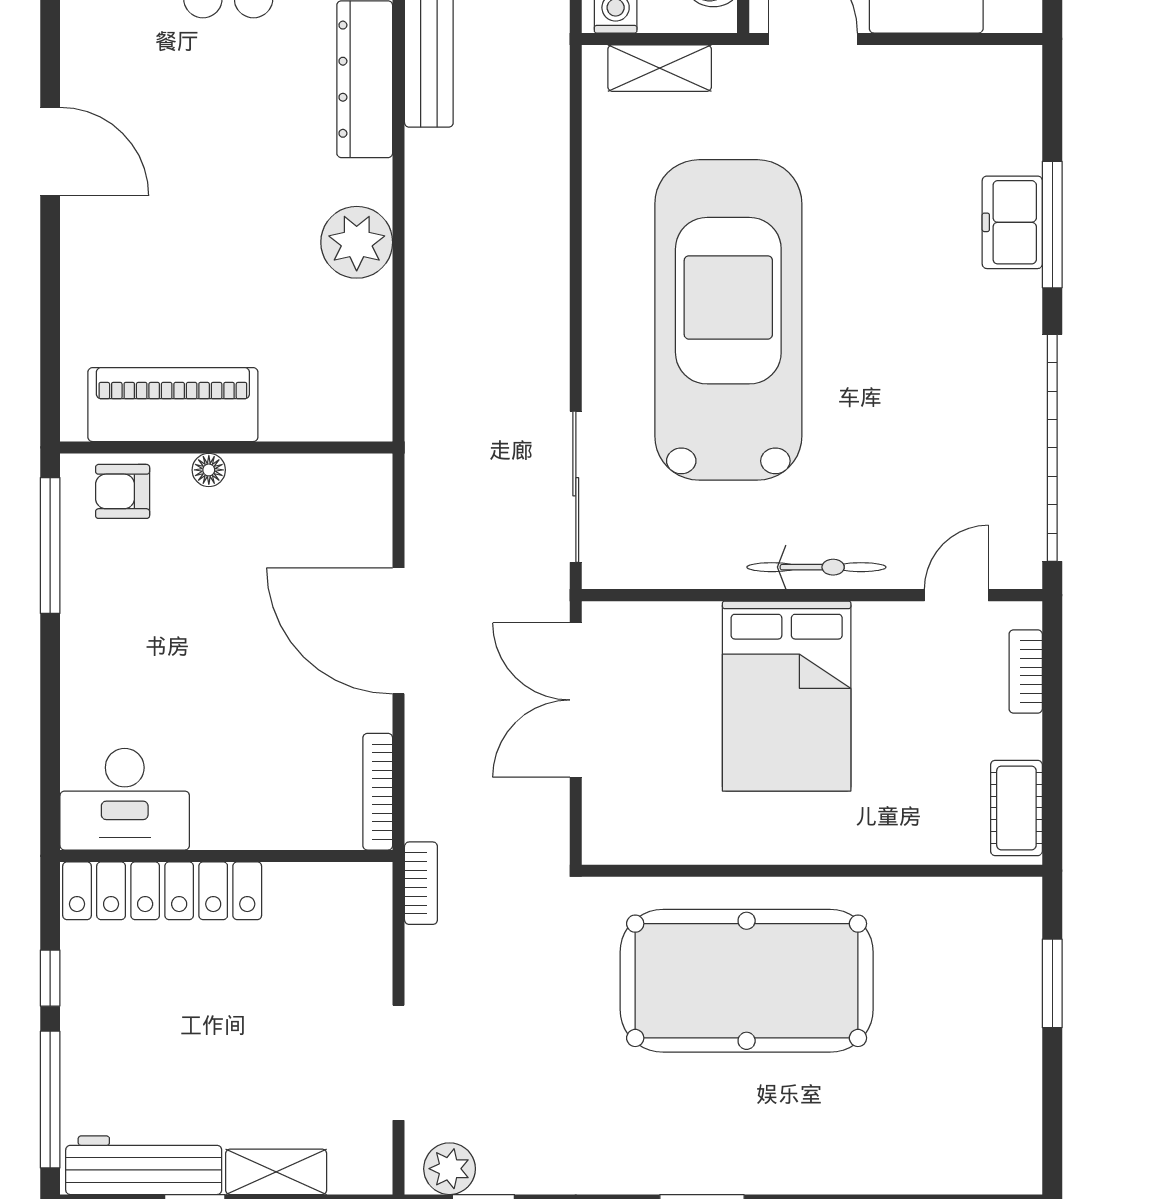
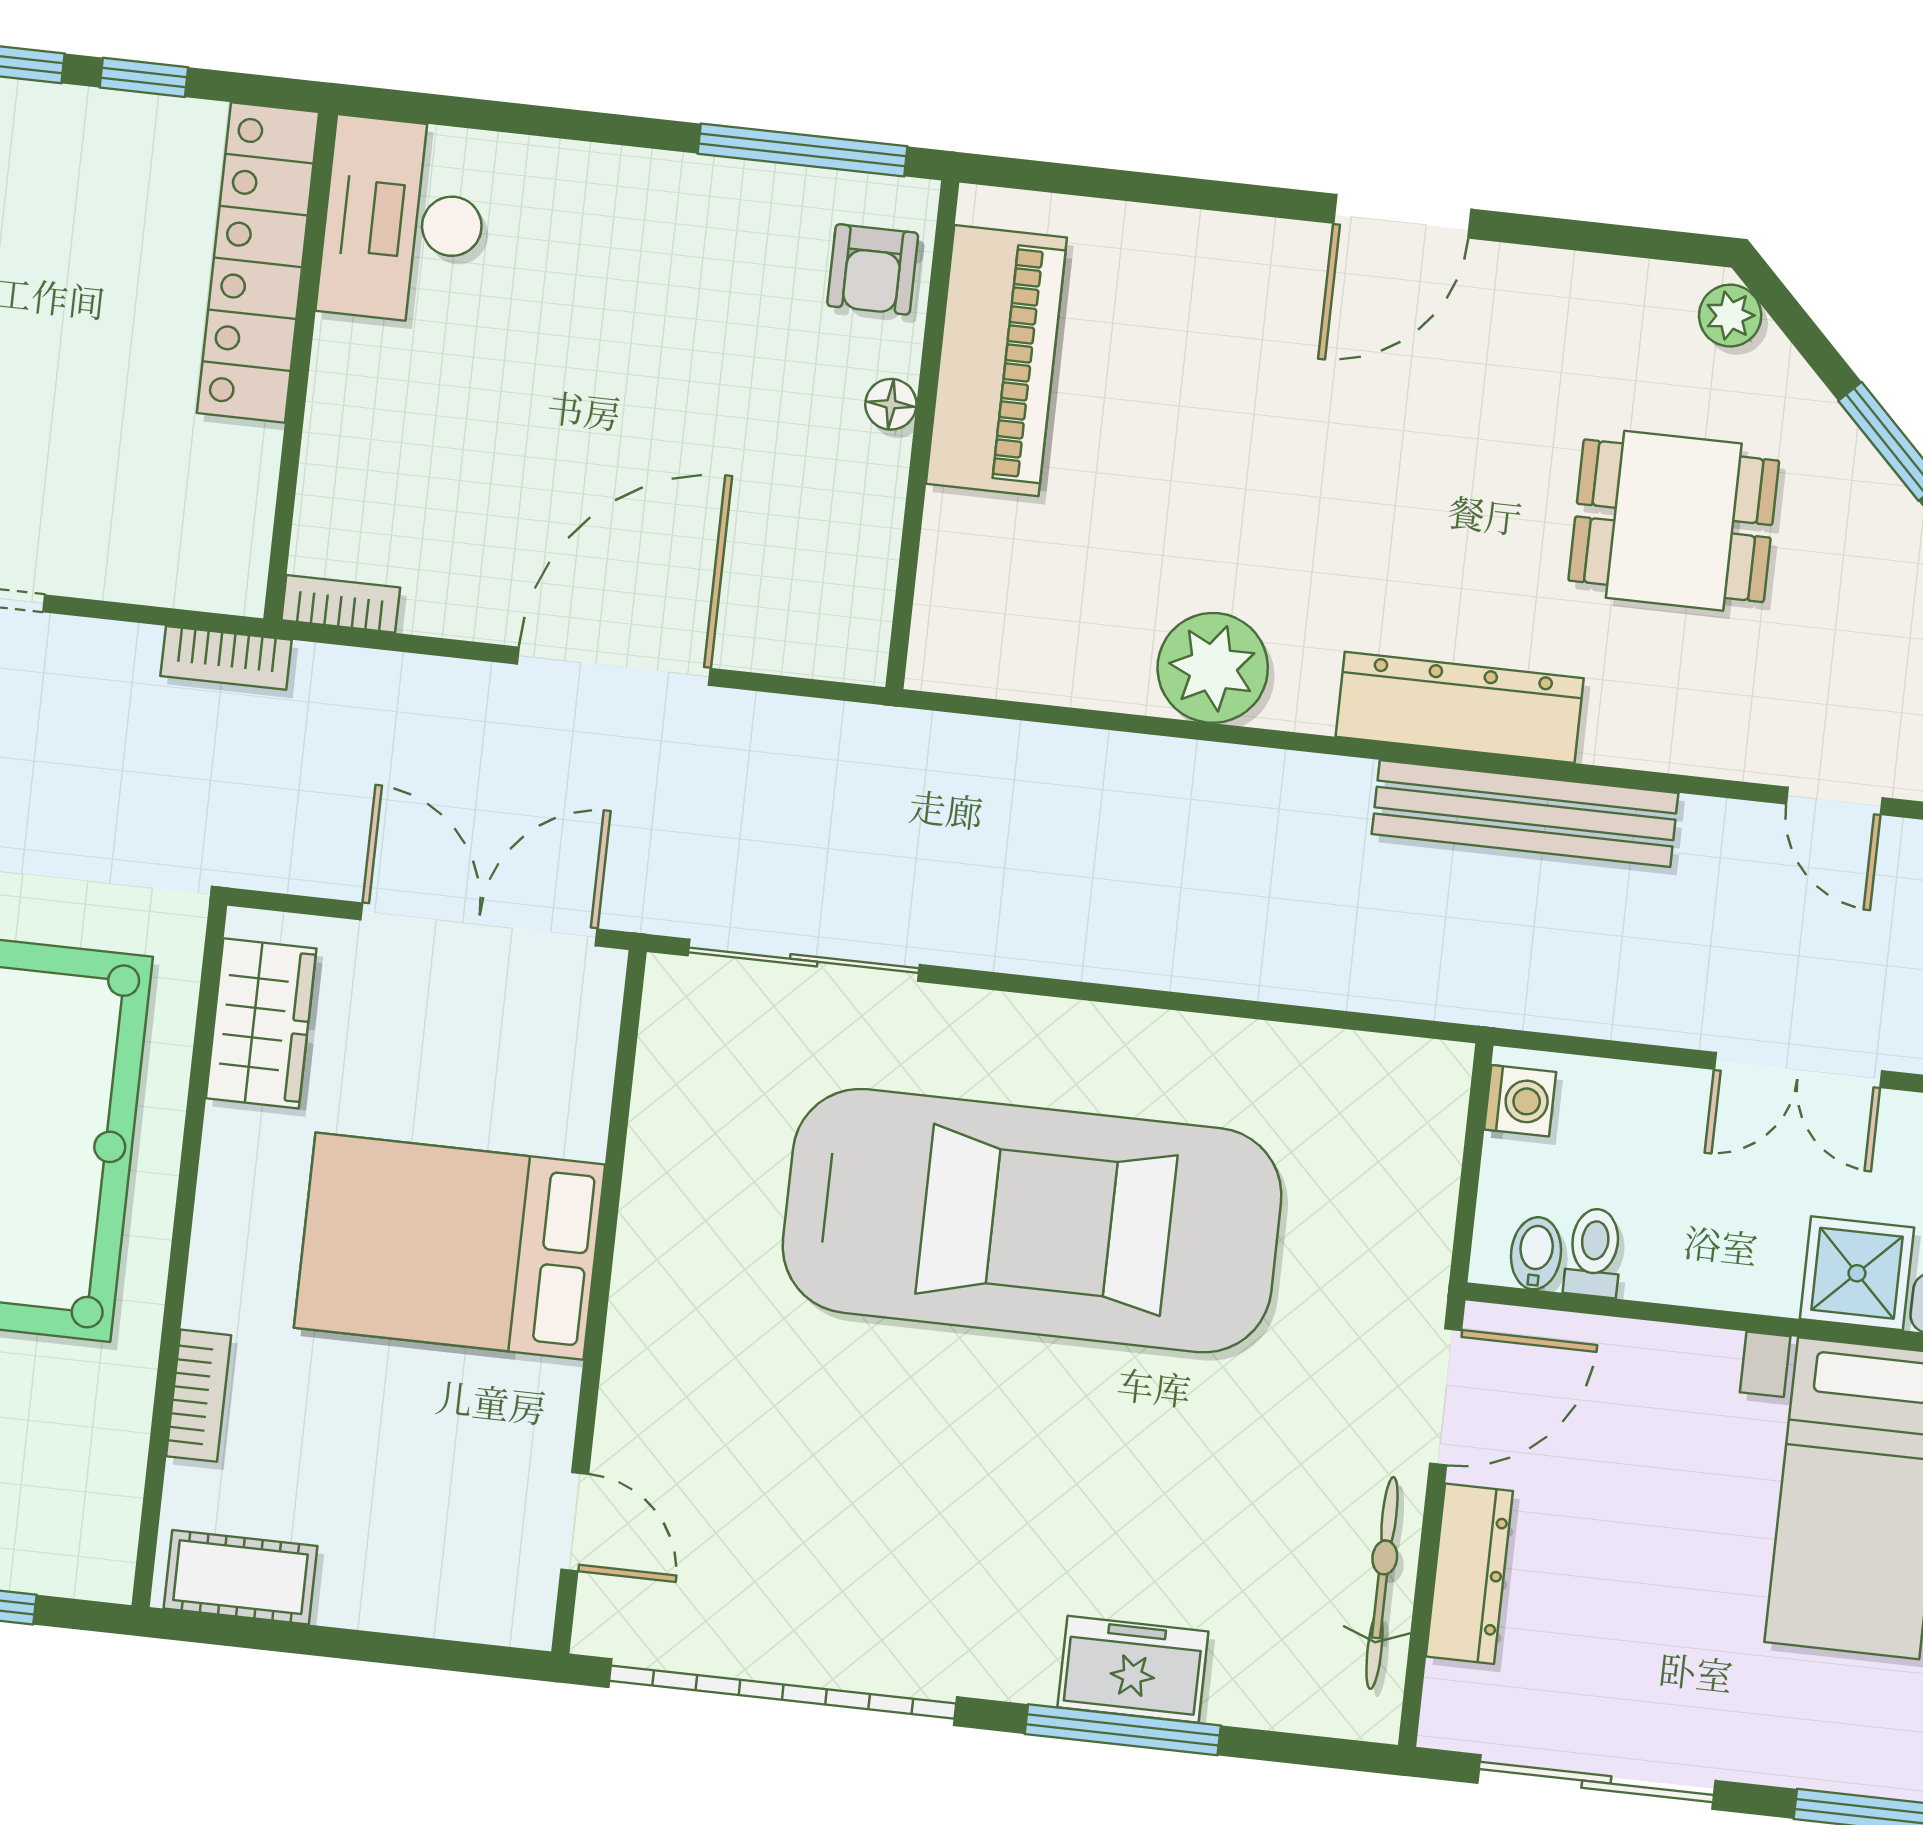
shelving: (660, 68) -> (1427, 1158), removed
armchair: (123, 491) -> (873, 269), turned 180
bicycle: (816, 567) -> (1382, 1583), moved, turned 180
bookcase: (1026, 671) -> (199, 1396), moved, turned 90
bookcase: (378, 792) -> (341, 604), width x0.64
wardrobe: (656, 834) -> (261, 1023), added

